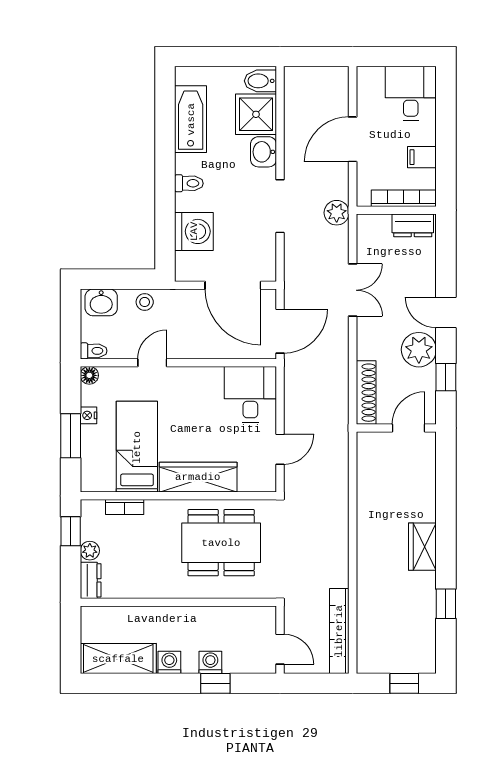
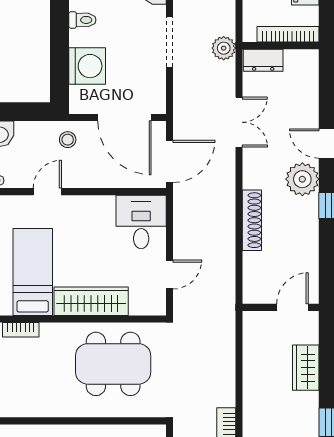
dresser: (413, 225) -> (263, 60), moved
stool: (145, 302) -> (68, 140), moved
wall: (396, 428) -> (281, 307), moved
door: (409, 428) -> (293, 307), moved

